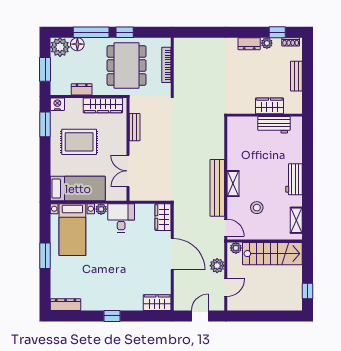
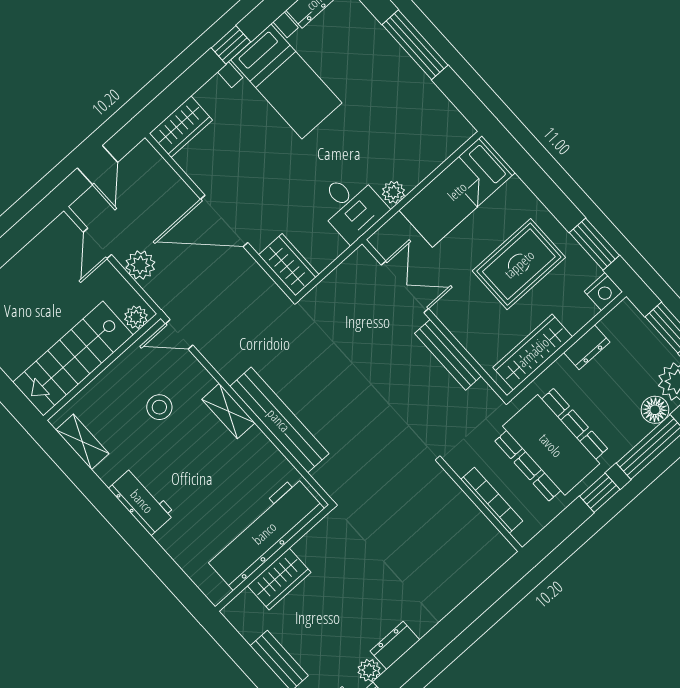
workbench: (274, 125) -> (264, 533), width x1.88, depth x1.32
bench: (135, 127) -> (448, 355), width x1.36
bench: (217, 188) -> (279, 420), moved
bed with nightstands: (72, 230) -> (286, 81), moved, turned 180
window: (45, 256) -> (415, 45), width x1.44

